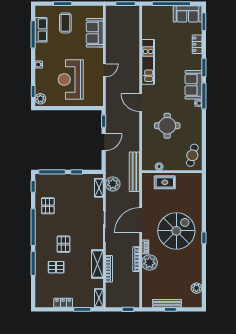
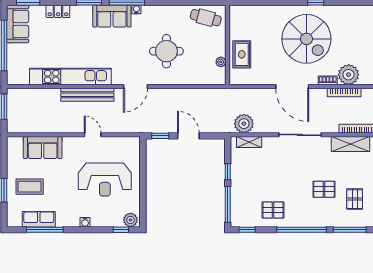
kitchen unit: (148, 62) -> (70, 77), width x1.36
bench: (134, 172) -> (87, 95), moved
spiral stairs: (176, 231) -> (306, 39), turned 180

